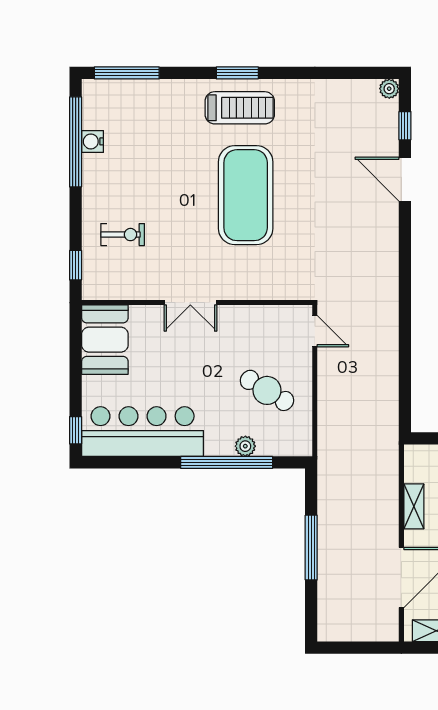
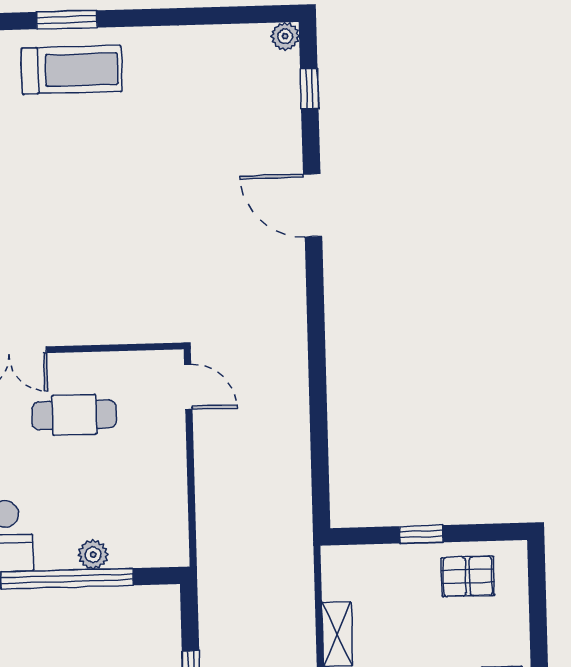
door: (405, 179) -> (313, 205), moved
exercise mat: (246, 195) -> (84, 195), removed
cafe table: (267, 390) -> (74, 415), moved, turned -31

